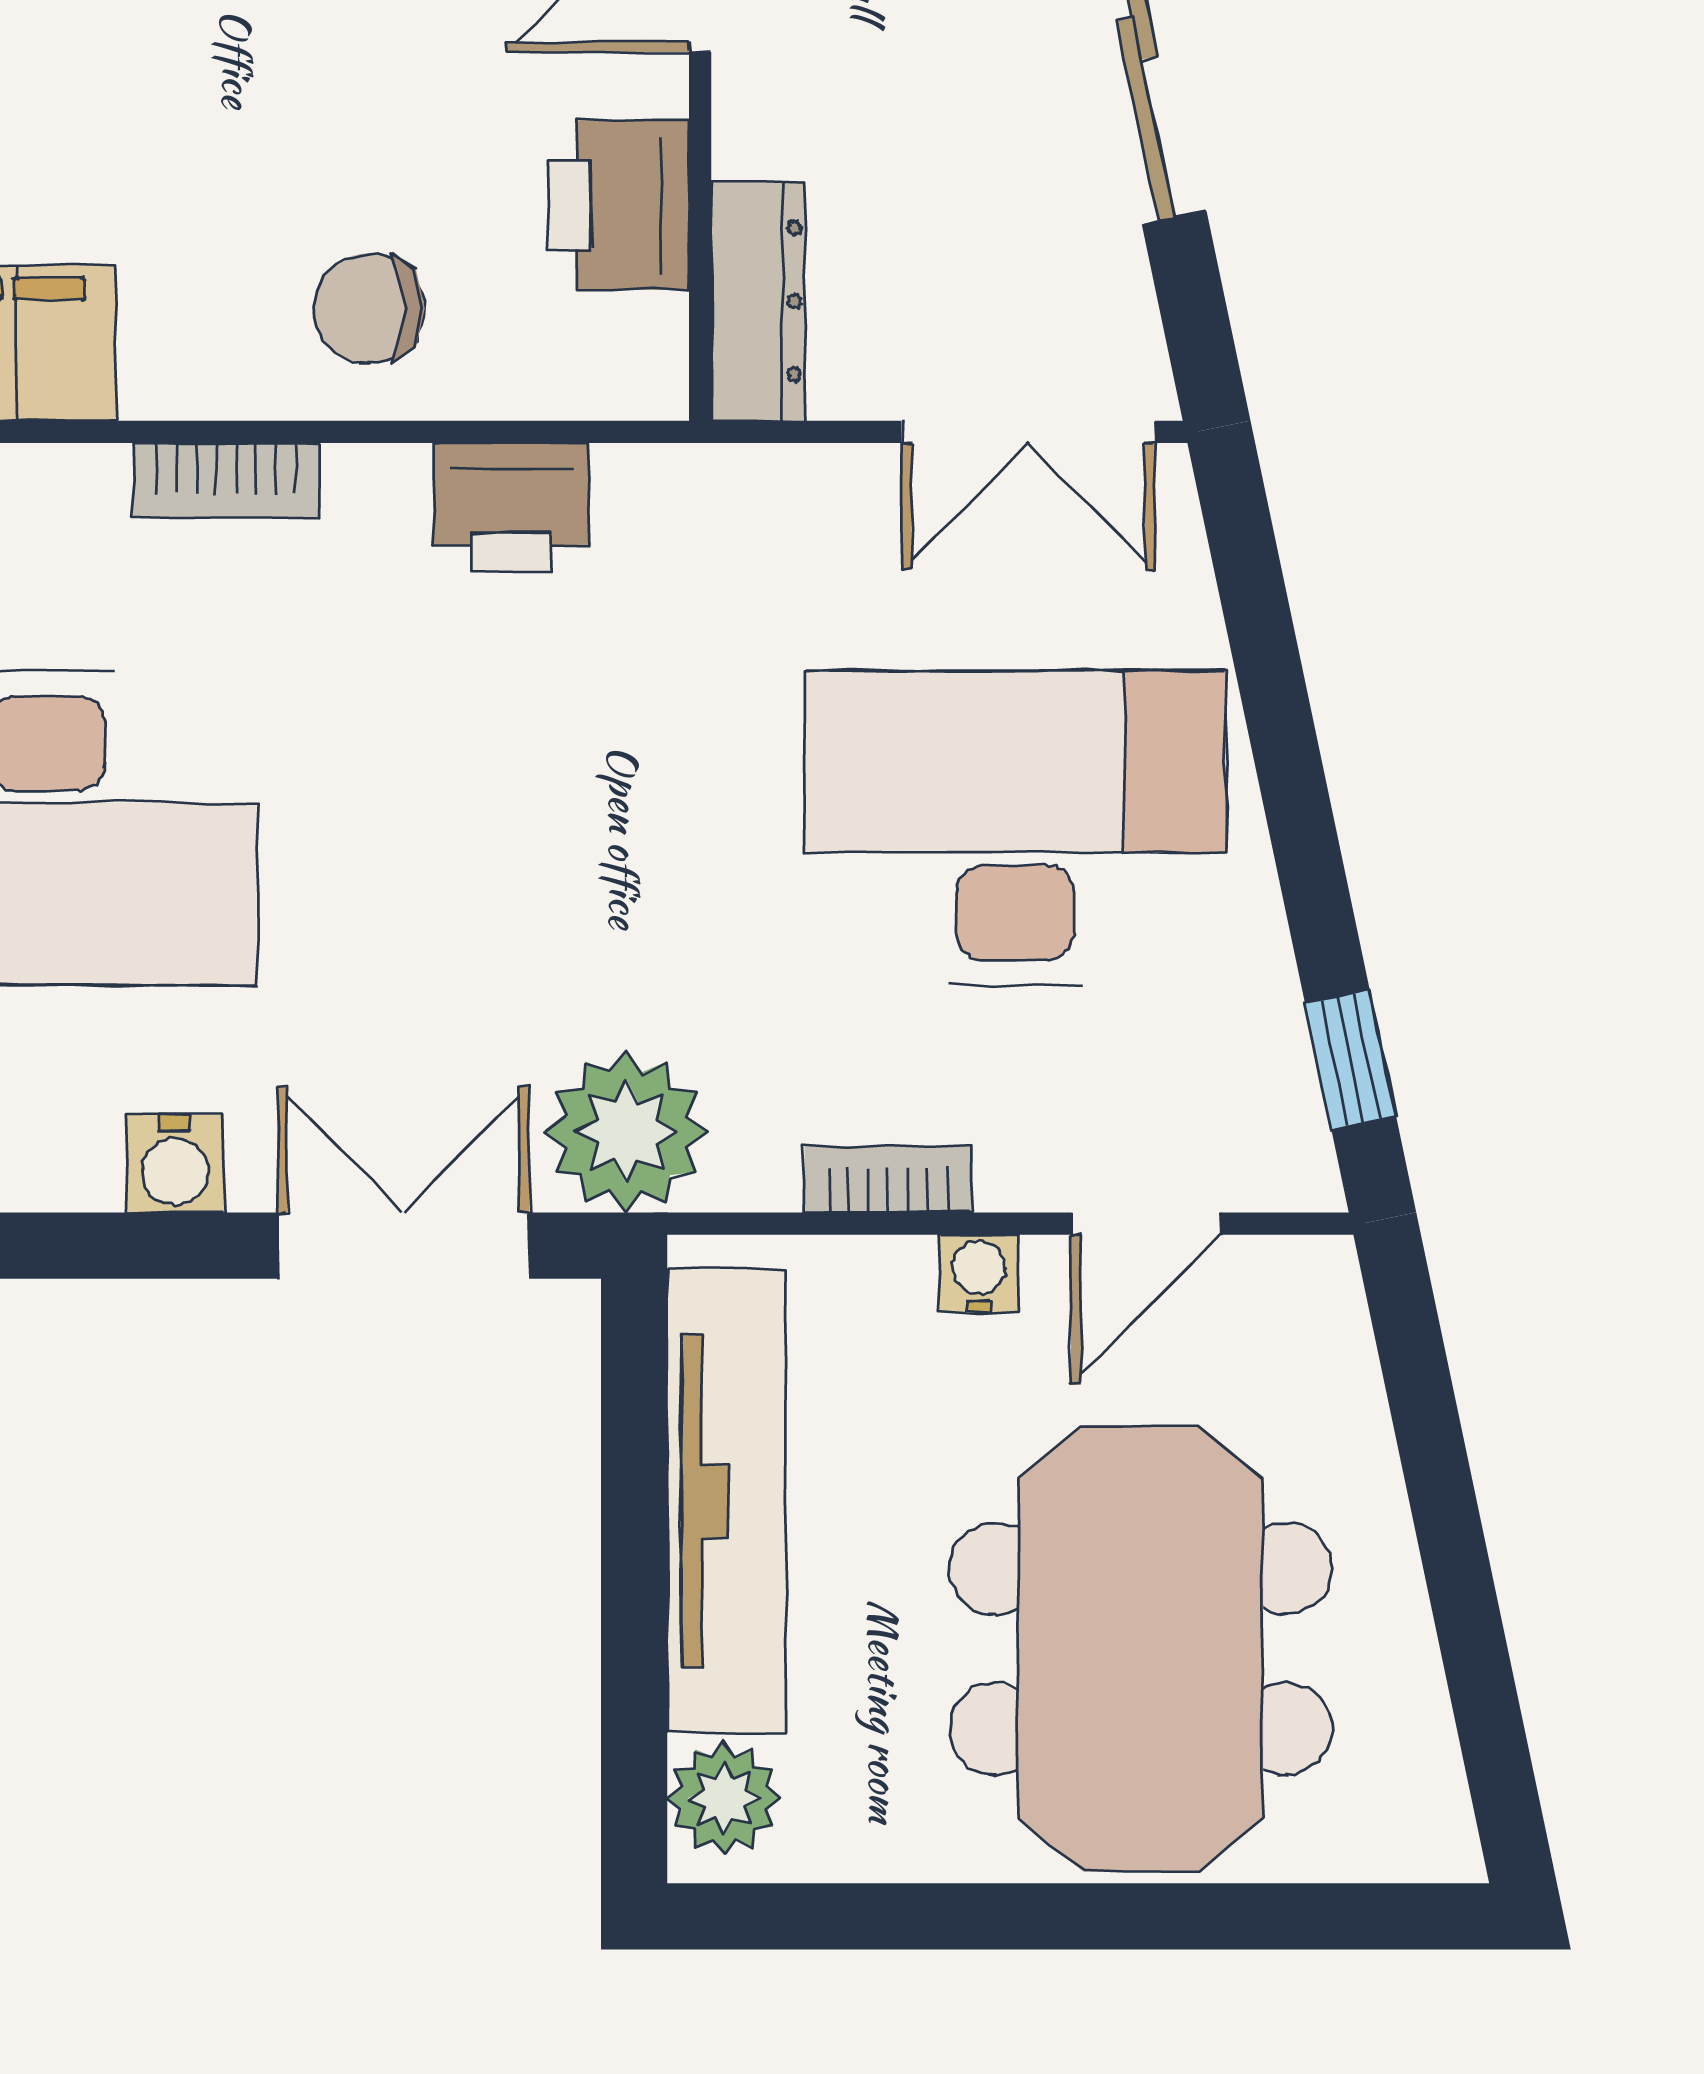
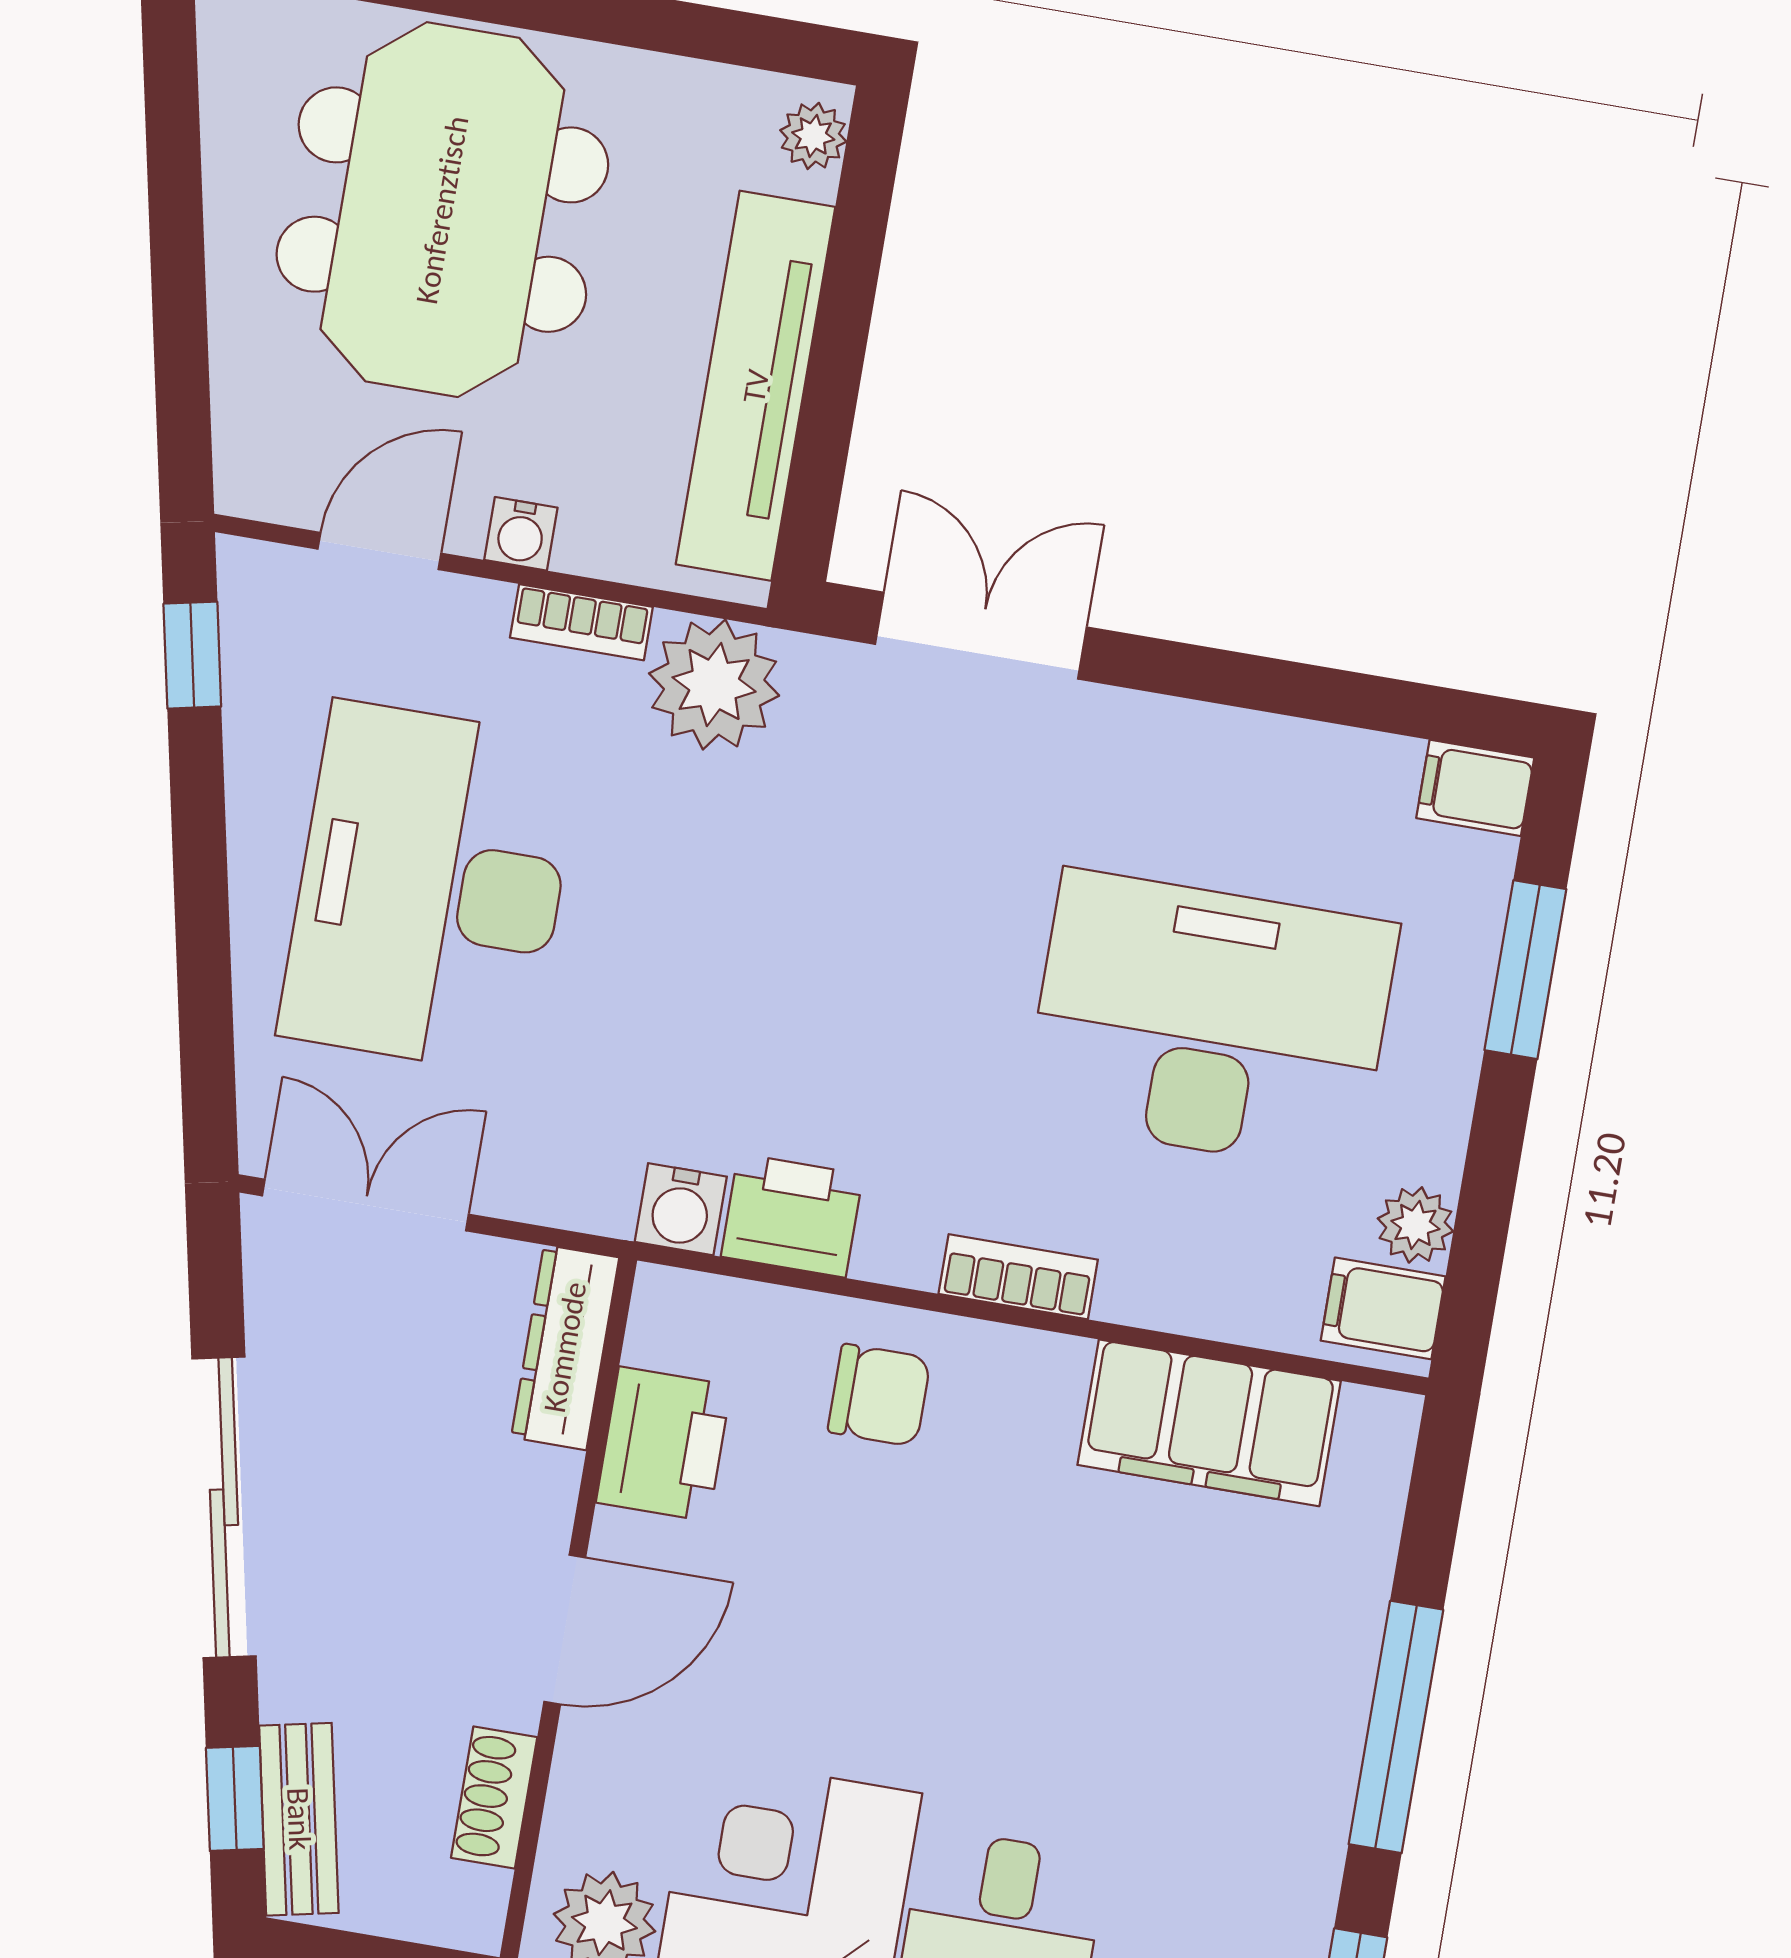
desk: (1015, 828) -> (430, 888), turned 90
plant: (626, 1132) -> (714, 685), moved
water cooler: (175, 1164) -> (681, 1209), moved, turned 180
double door: (403, 1246) -> (981, 636), swing flipped
plant: (724, 1798) -> (813, 136), width x0.73, depth x0.73

